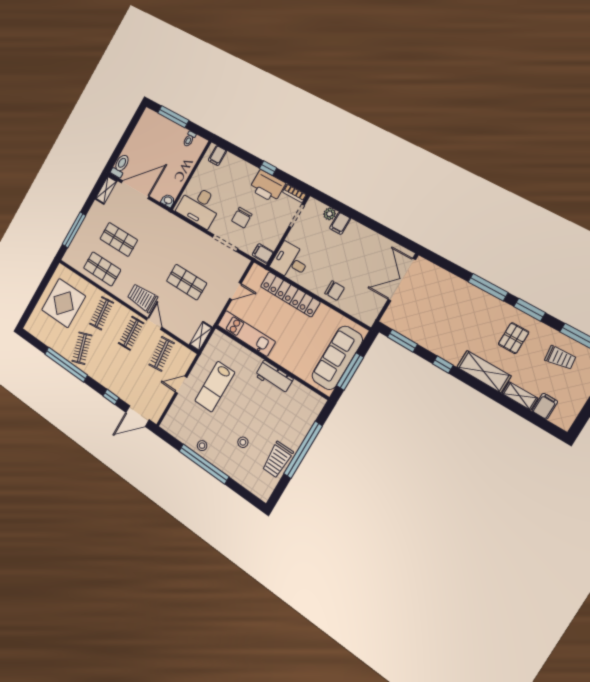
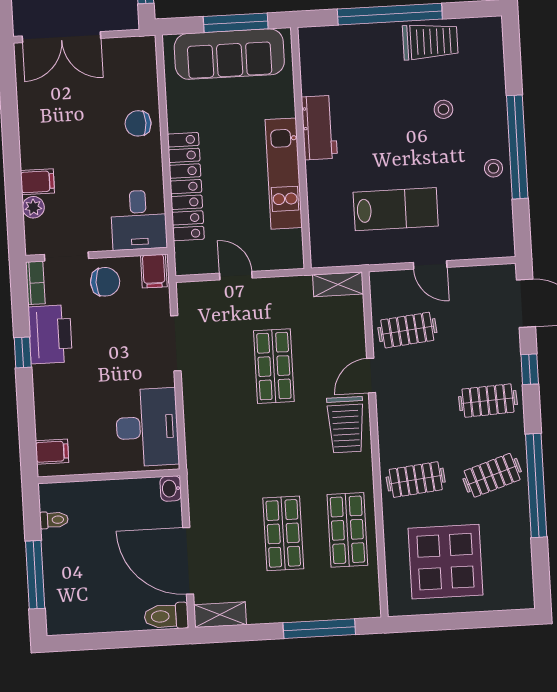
chair: (242, 218) -> (105, 282), moved
chair: (334, 291) -> (138, 123), turned -90
clothes rail: (131, 333) -> (488, 401), moved
kitchen unit: (246, 333) -> (284, 174), moved

